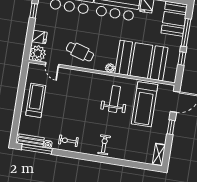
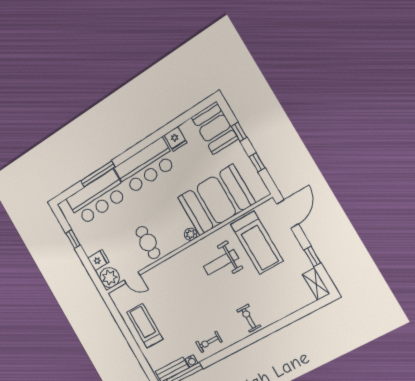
window: (186, 33) -> (239, 132), width x0.46
cafe table: (80, 52) -> (148, 243), turned 73
weight bench: (114, 99) -> (221, 262), turned -90
window: (171, 127) -> (312, 256), moved

